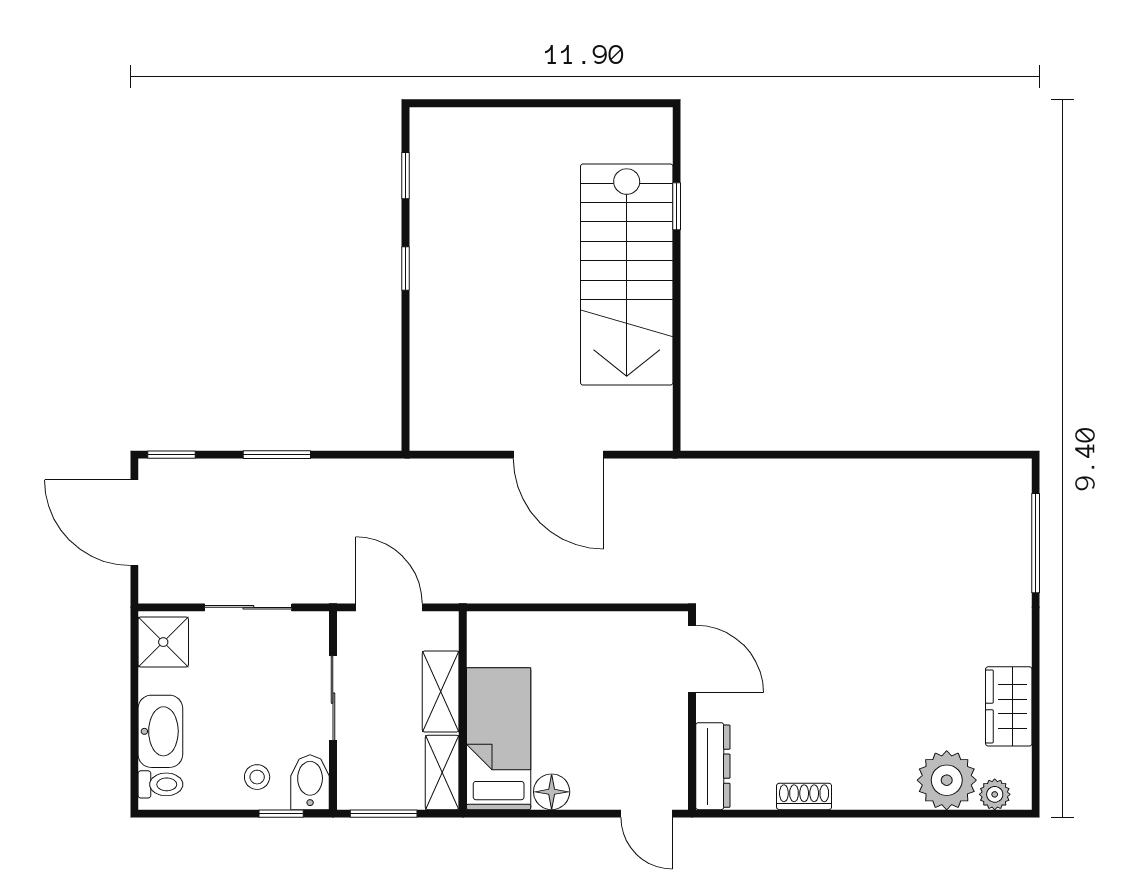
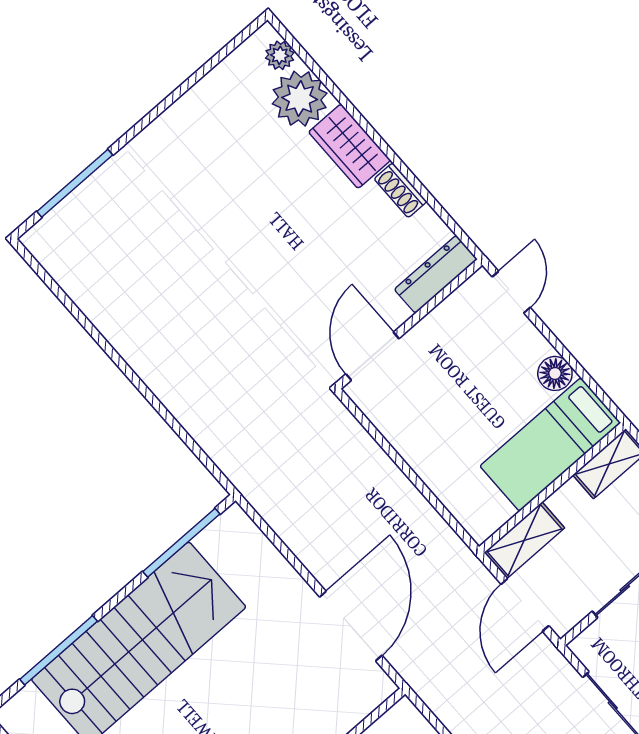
window: (677, 206) -> (59, 650), width x2.17
window: (677, 378) -> (181, 543), added
door: (558, 455) -> (351, 626), moved
shelving: (441, 691) -> (524, 540), moved
wardrobe: (1009, 706) -> (350, 146), moved, turned 90

